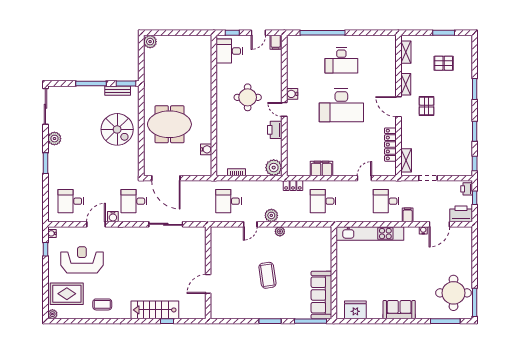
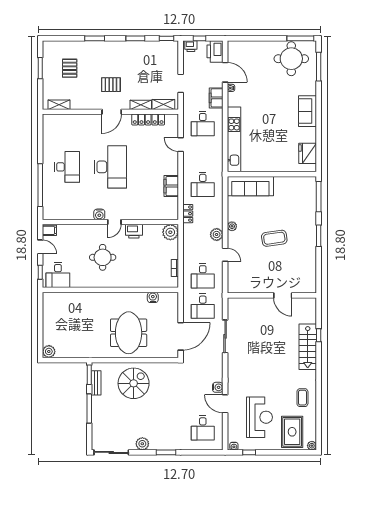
shelving: (406, 84) -> (141, 105), moved
desk: (134, 201) -> (203, 306), moved
filing cabinet: (408, 215) -> (216, 98), width x2.00
reception desk: (82, 260) -> (259, 417), turned 180
sofa: (321, 295) -> (250, 186), moved

